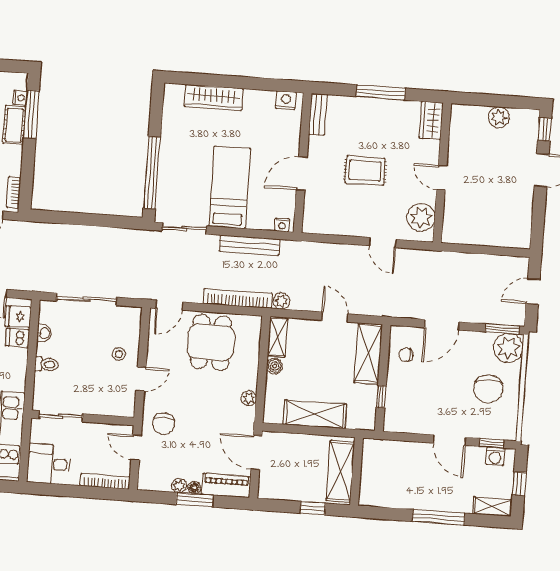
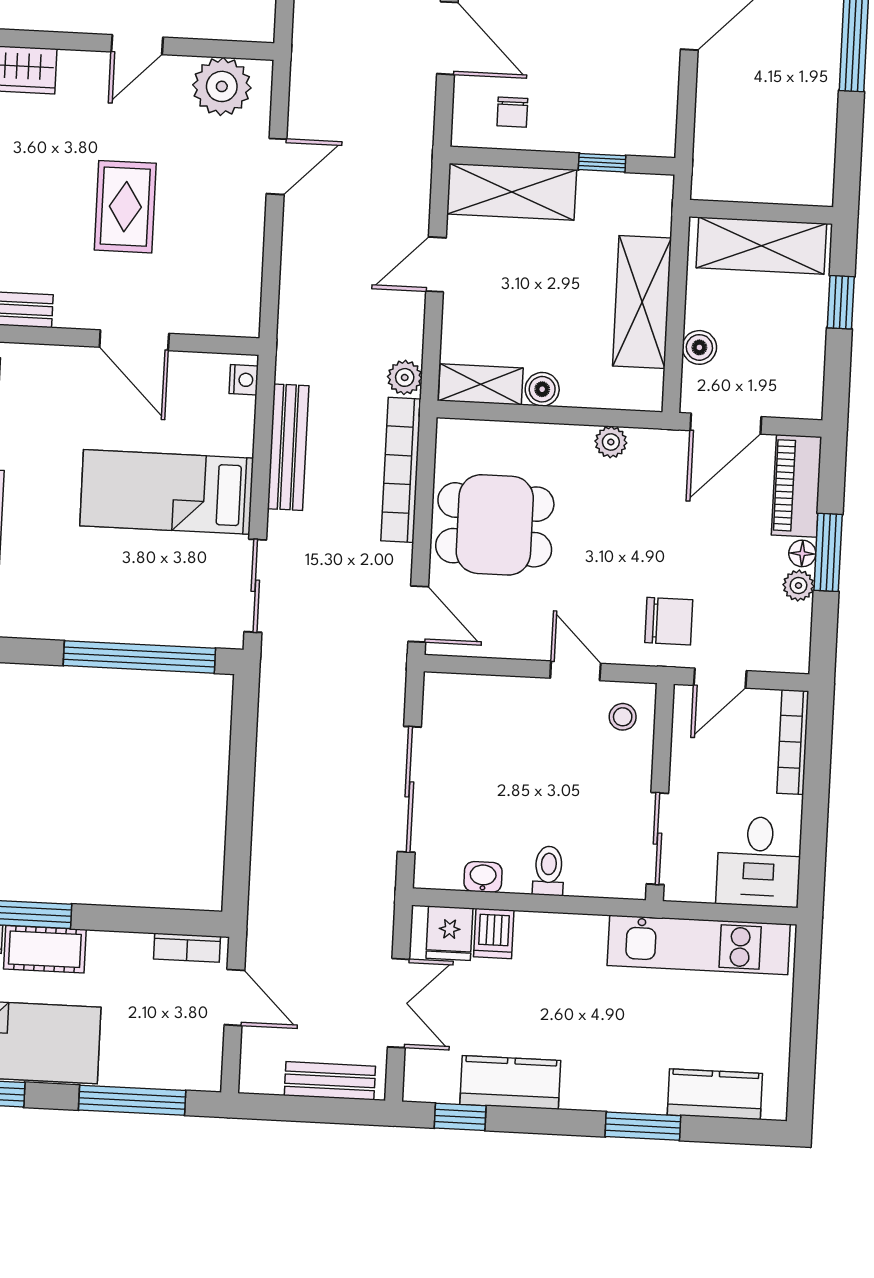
stool: (119, 354) -> (623, 717), moved
boiler: (293, 441) -> (699, 347), added

